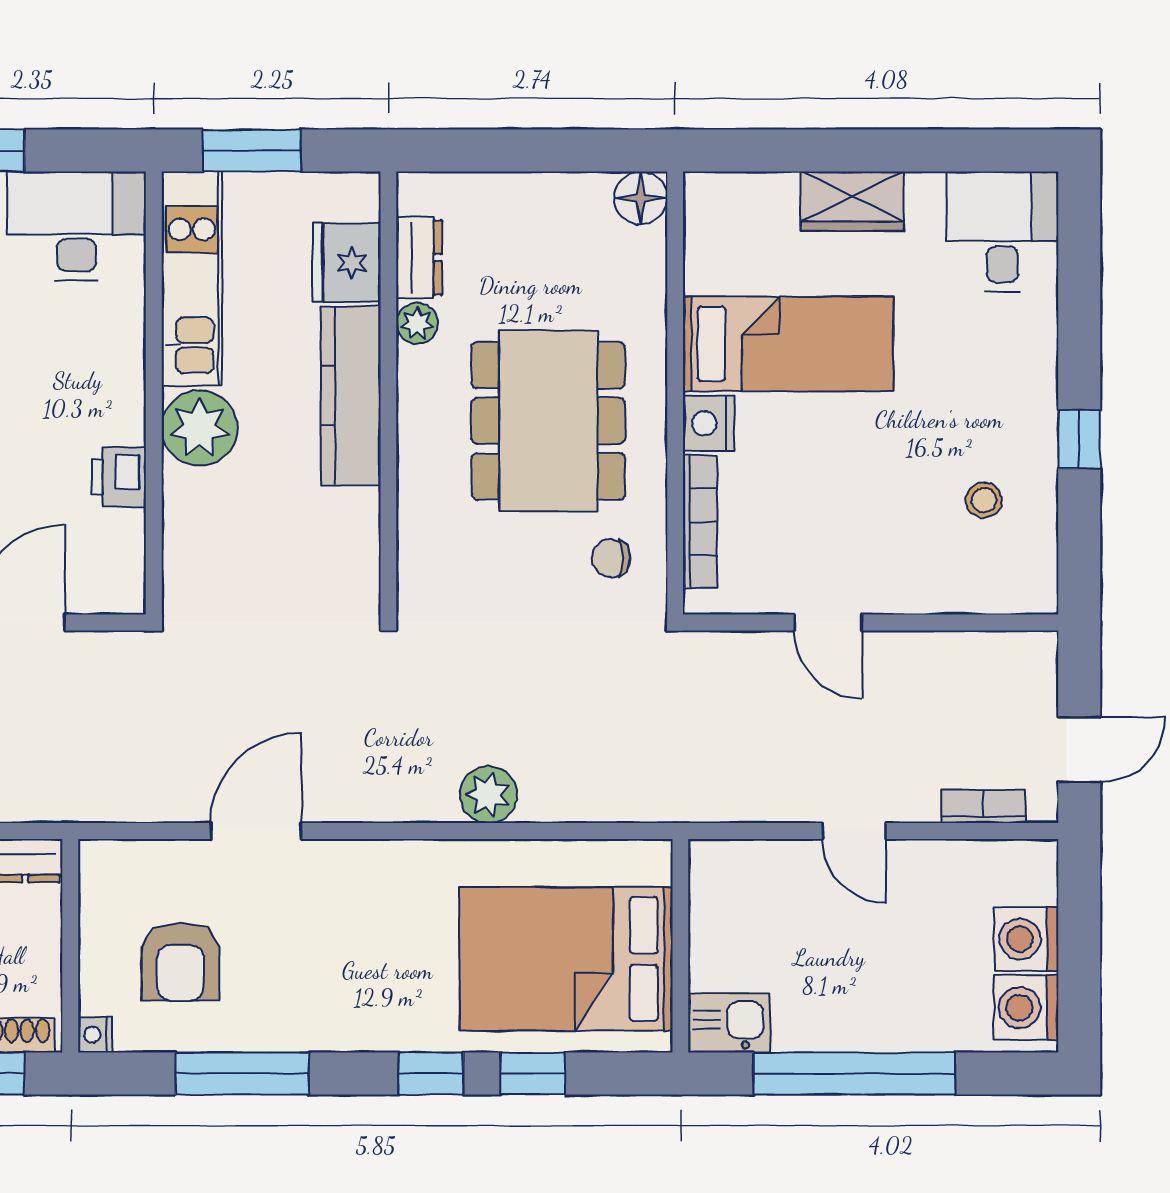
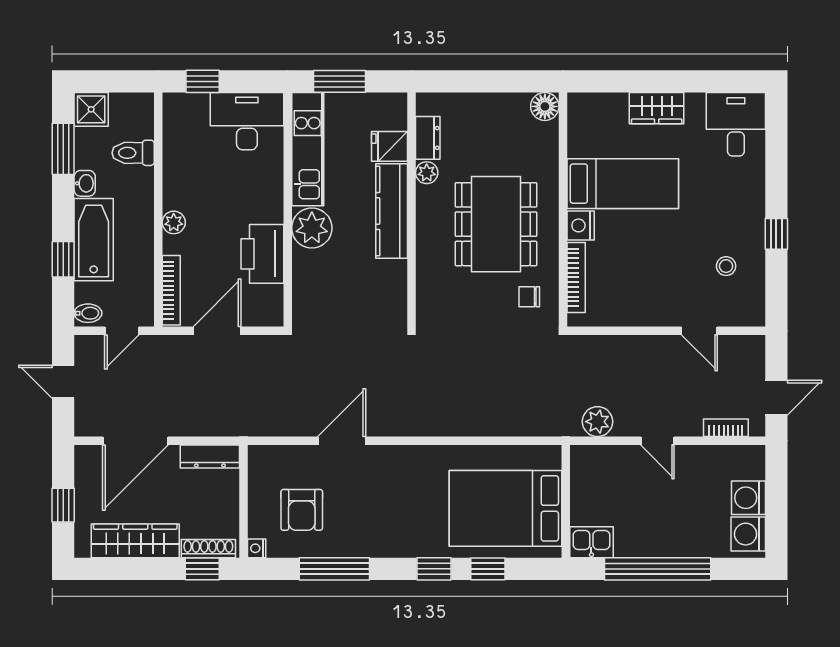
fridge: (347, 263) -> (389, 146), width x0.72
printer: (119, 477) -> (262, 254), width x1.87, depth x1.48
door: (828, 622) -> (699, 331), moved
plant: (488, 795) -> (598, 422), moved

